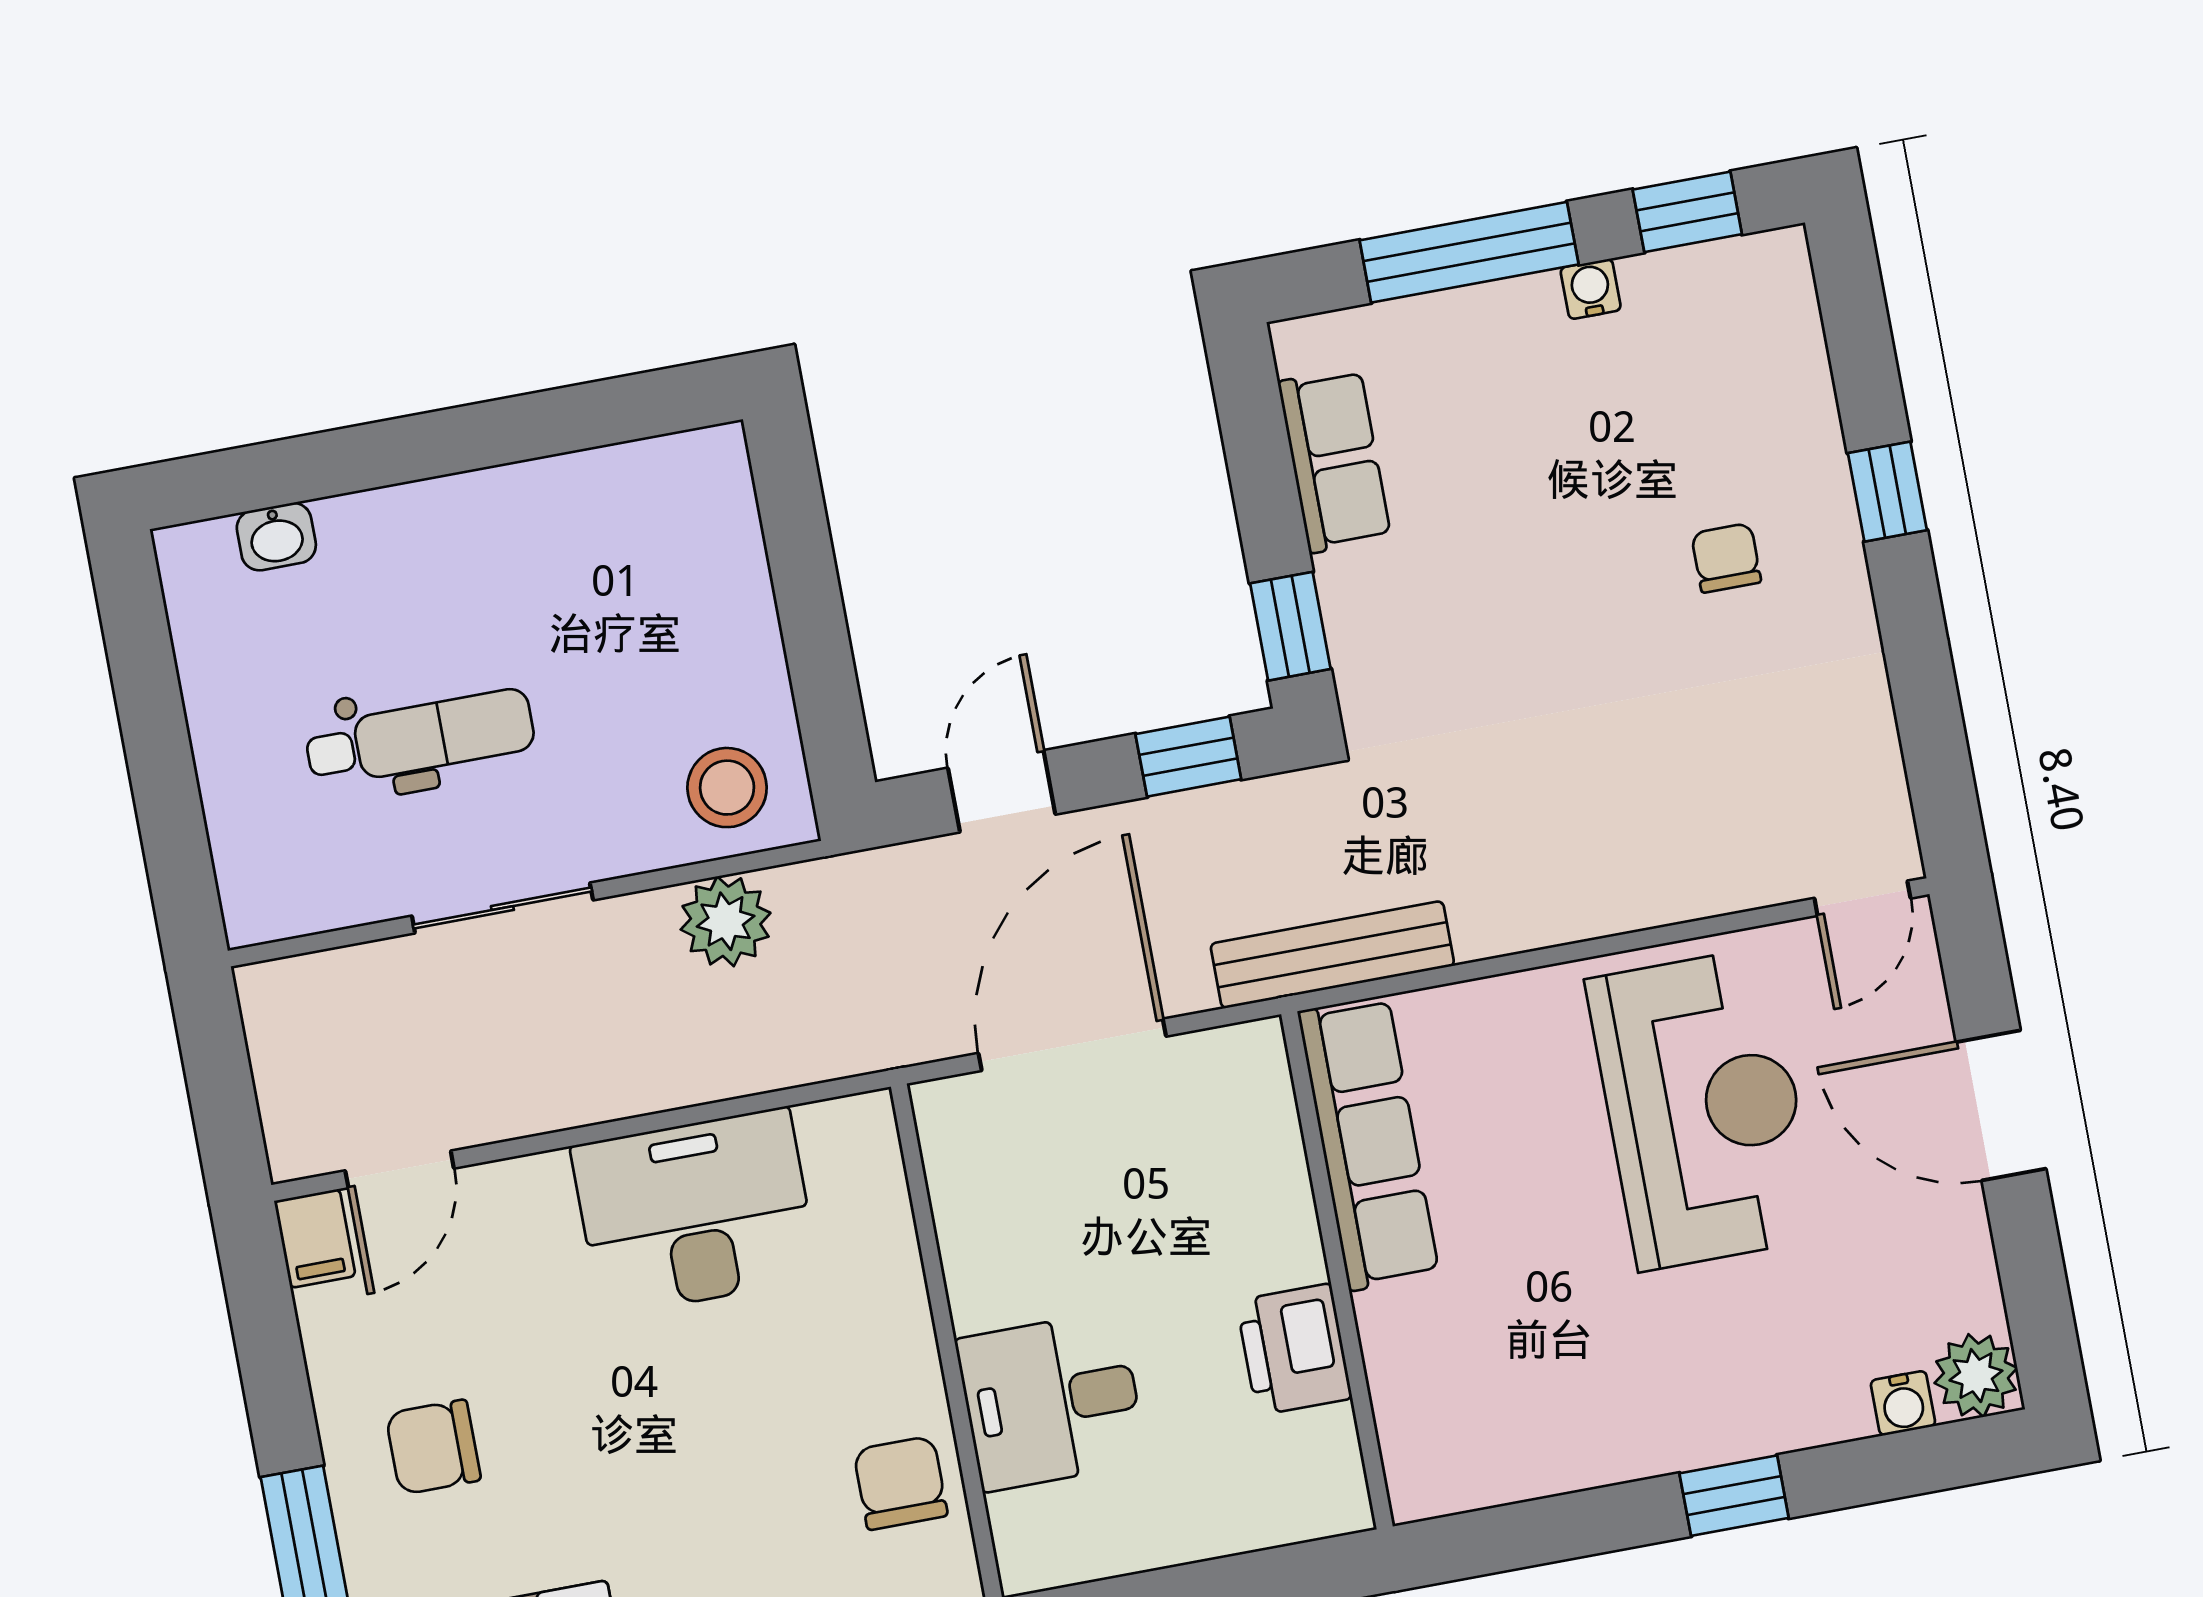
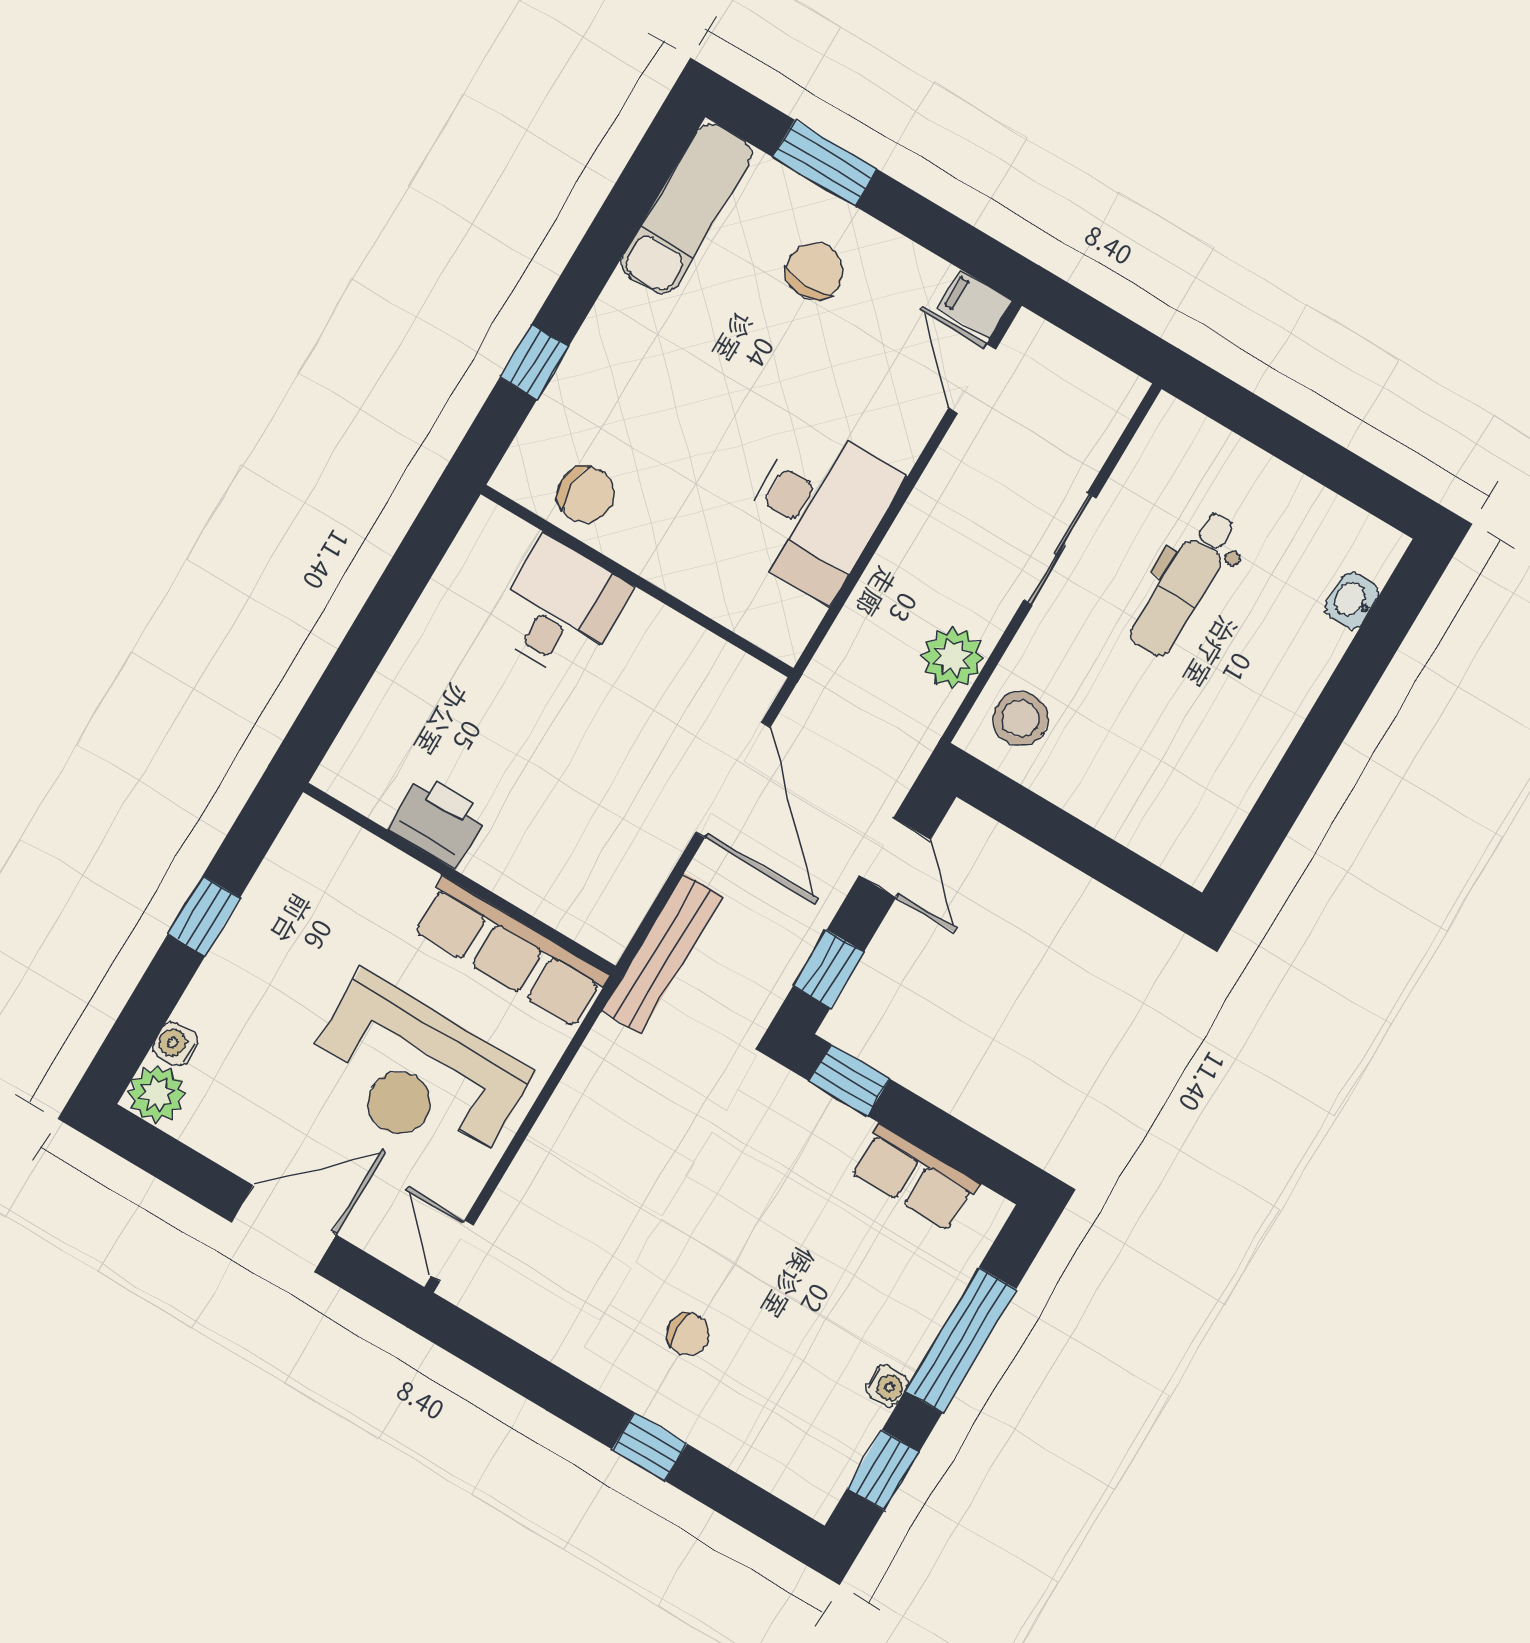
row of seats: (1368, 1143) -> (510, 952), moved
wall: (1337, 1270) -> (459, 879), moved
printer: (1294, 1349) -> (438, 821), moved

